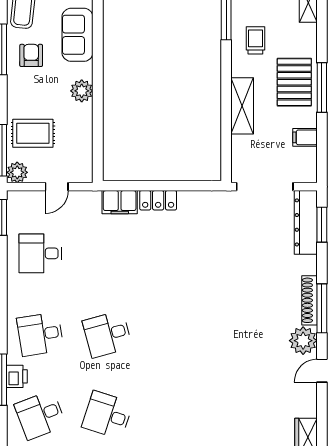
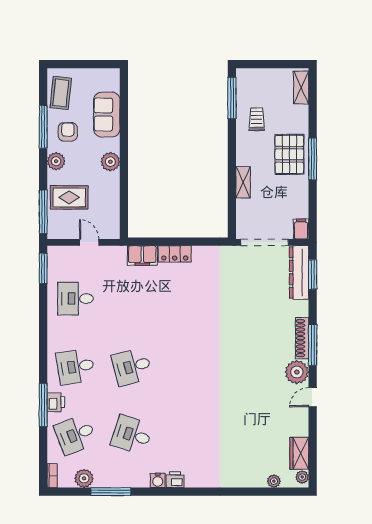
shelving: (242, 106) -> (243, 182), width x0.67, depth x0.75
filing cabinet: (305, 137) -> (301, 229), moved, turned 90
plant: (17, 172) -> (56, 161), moved
door: (57, 187) -> (89, 242), swing flipped

